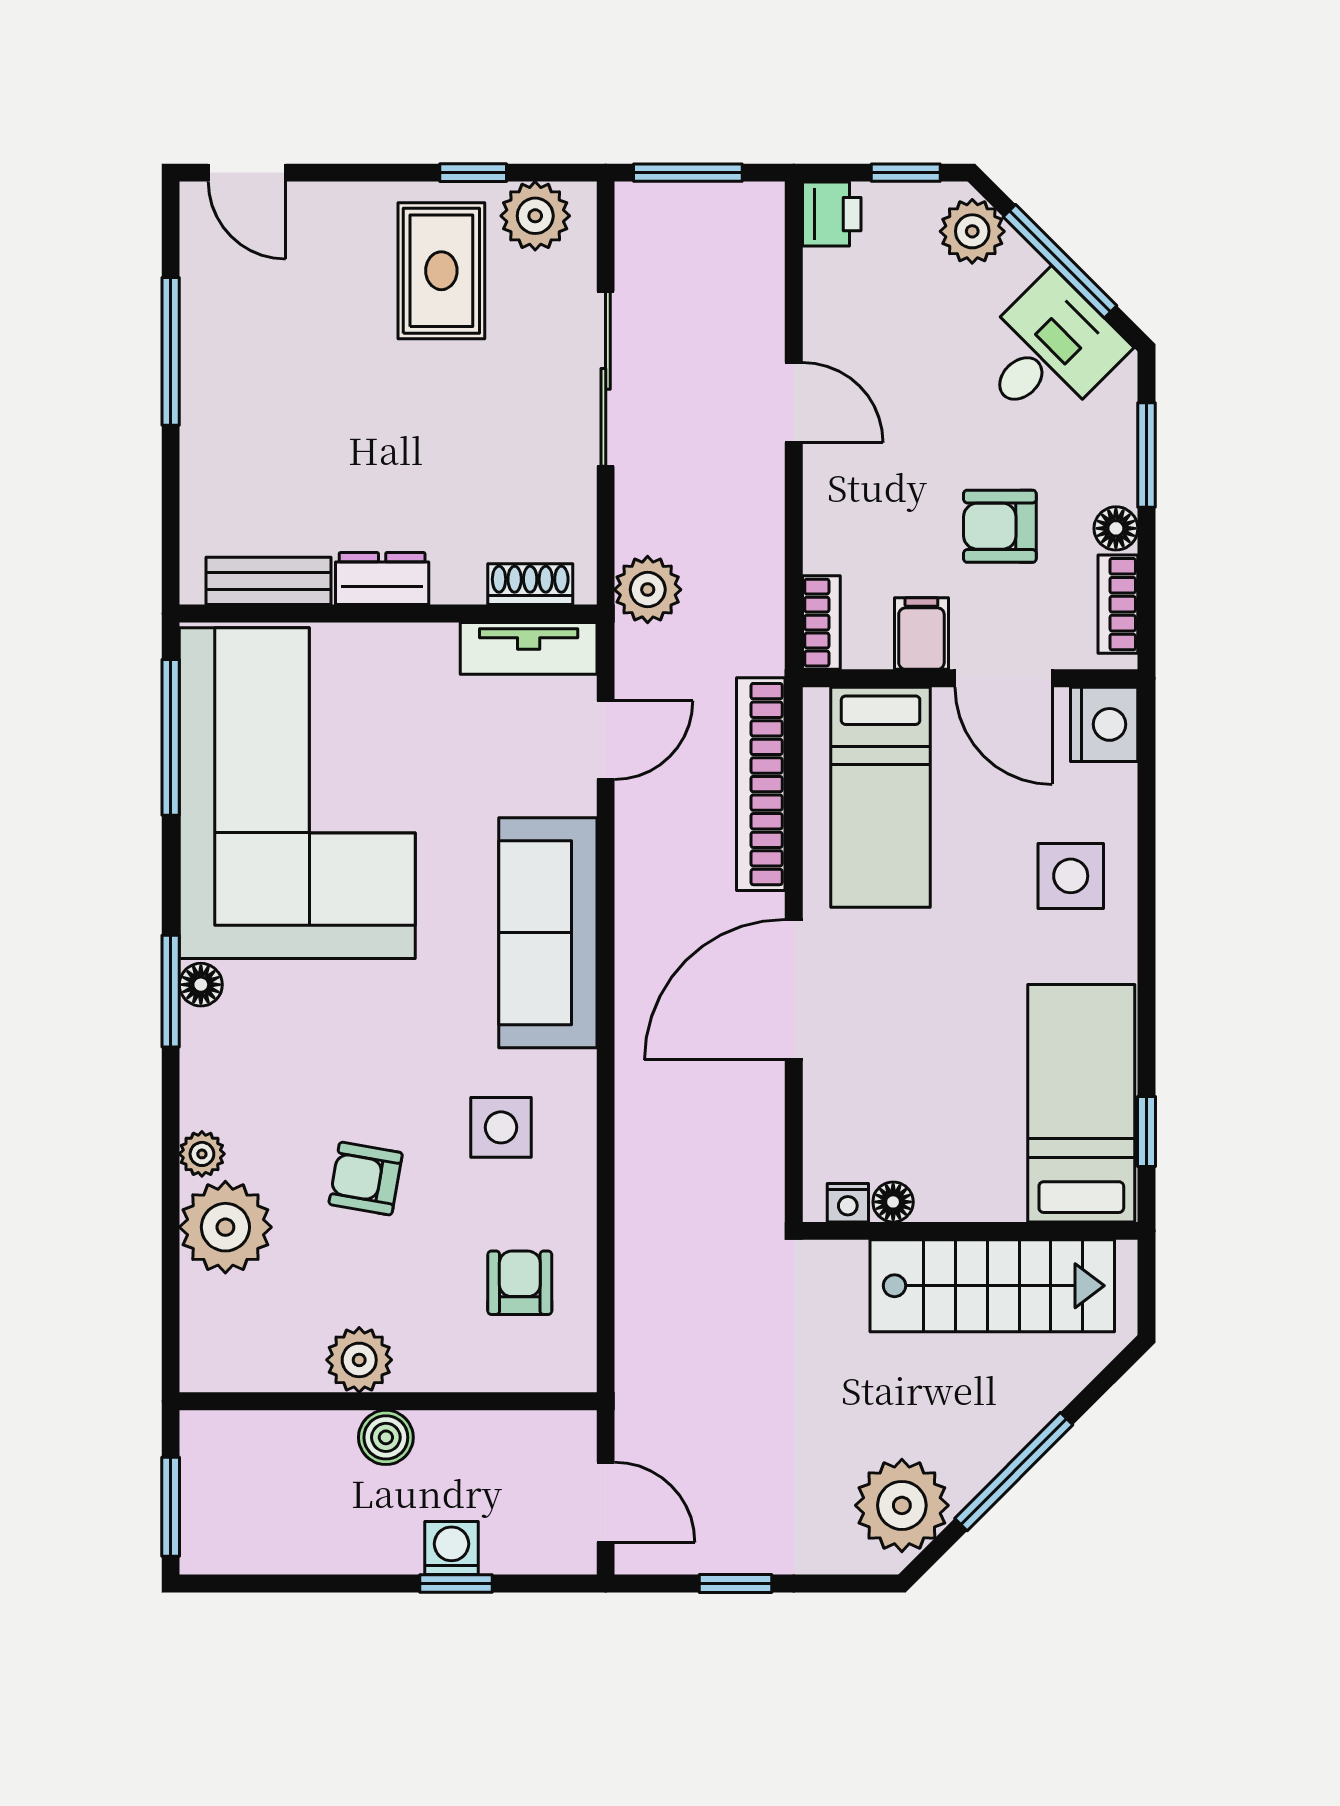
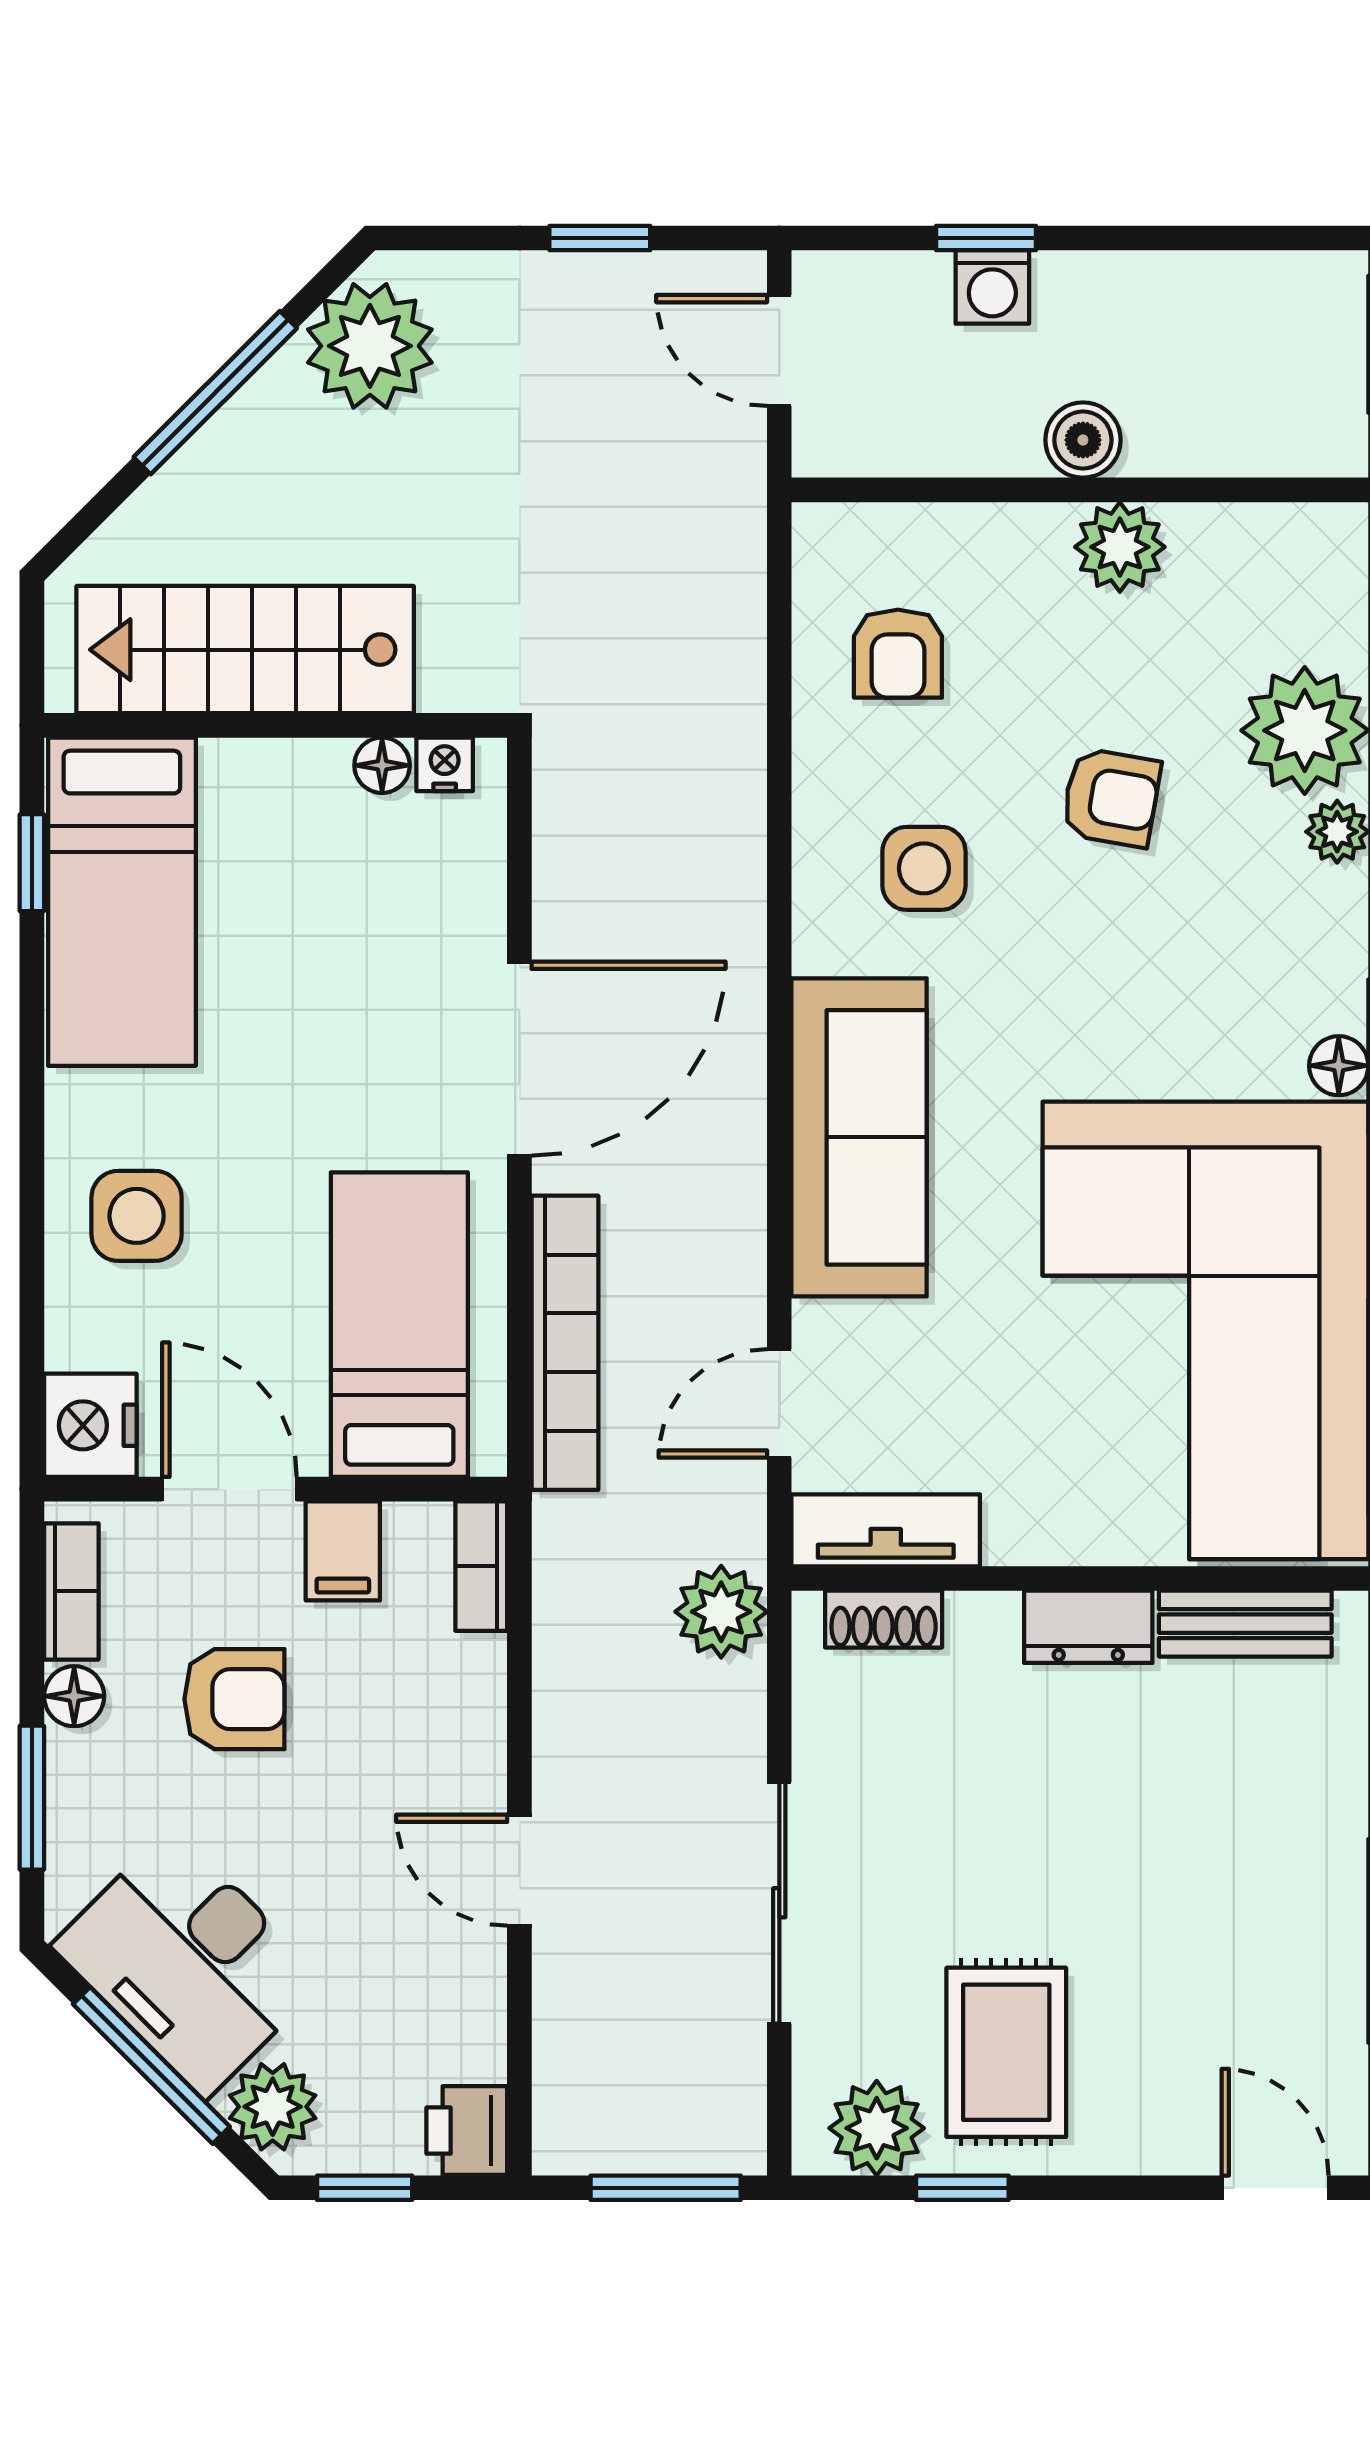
desk: (1048, 351) -> (189, 1963), width x1.37

